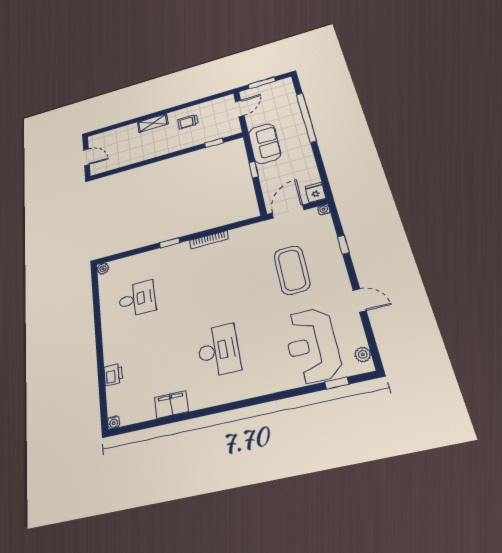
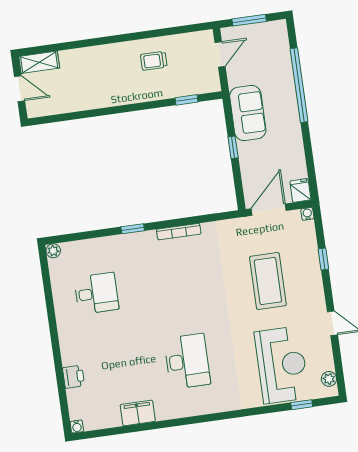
shelving: (153, 123) -> (39, 62), moved
reception desk: (312, 345) -> (282, 365), turned 180

